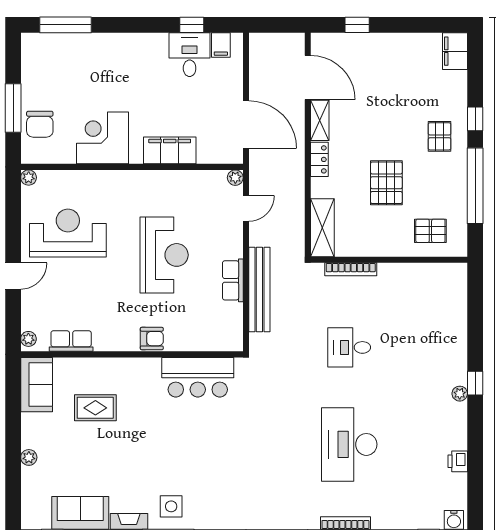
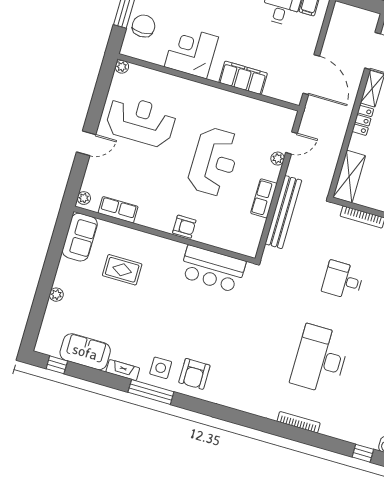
chair: (40, 124) -> (144, 26), turned 180
plant: (235, 178) -> (278, 159), moved
armchair: (211, 502) -> (194, 374), added

